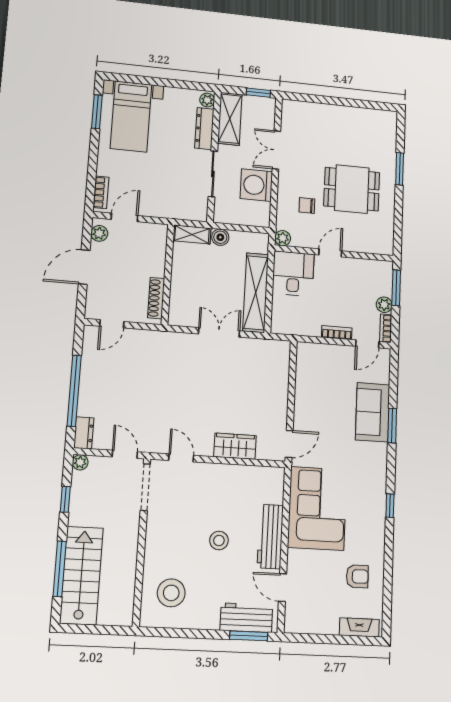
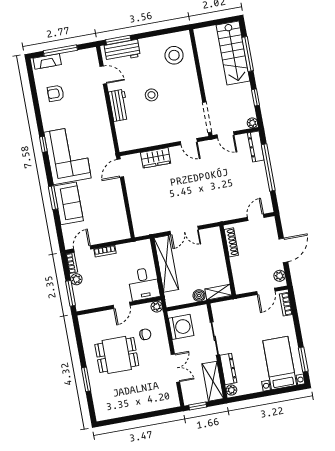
washing machine: (256, 185) -> (181, 327), moved
dresser: (84, 433) -> (256, 147), width x1.44
corner sofa: (317, 508) -> (68, 155), moved, turned 180
workbench: (270, 536) -> (119, 105), width x0.73
window: (337, 639) -> (60, 51), added

